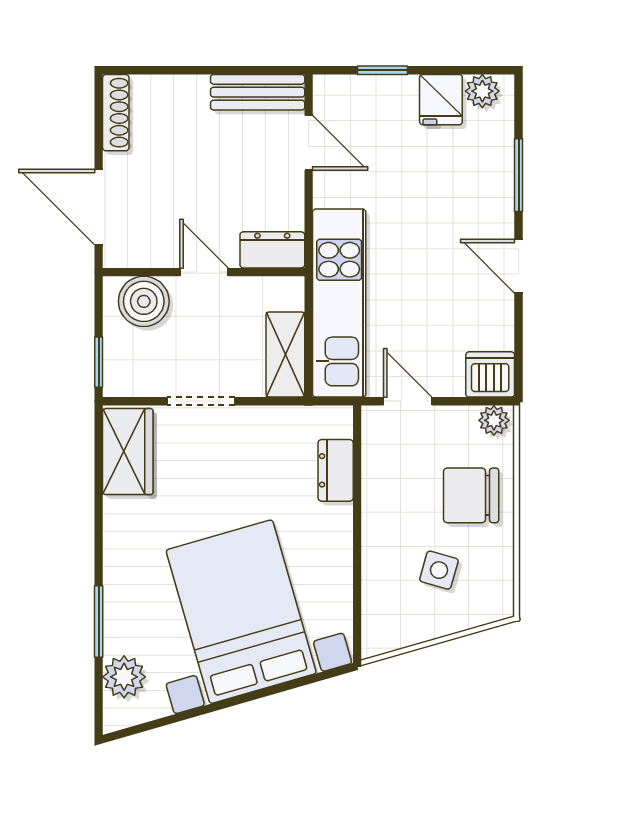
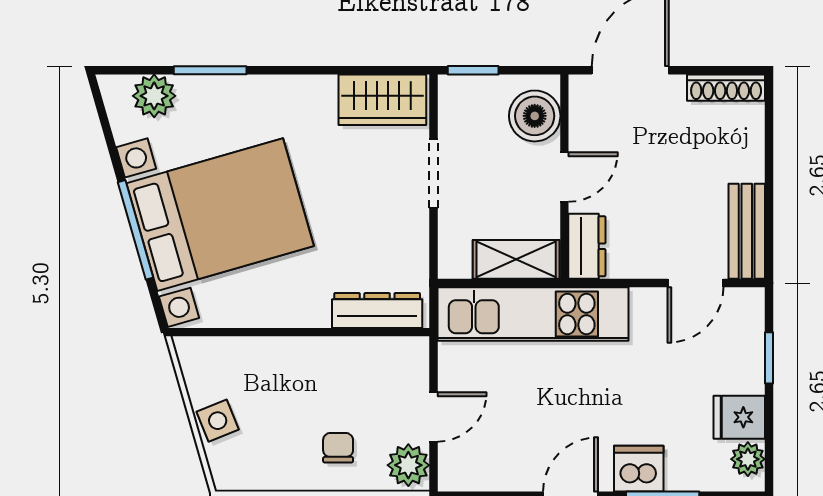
shelving: (285, 355) -> (516, 259), moved
dishwasher: (490, 374) -> (639, 469), moved, turned -90
door: (408, 401) -> (433, 417), moved
plant: (494, 420) -> (408, 465), width x1.38, depth x1.38
dresser: (336, 470) -> (377, 310), width x1.44
chair: (471, 495) -> (338, 448), width x0.54, depth x0.54
side table: (439, 570) -> (218, 421), moved, turned -38
window: (256, 695) -> (136, 230), added

